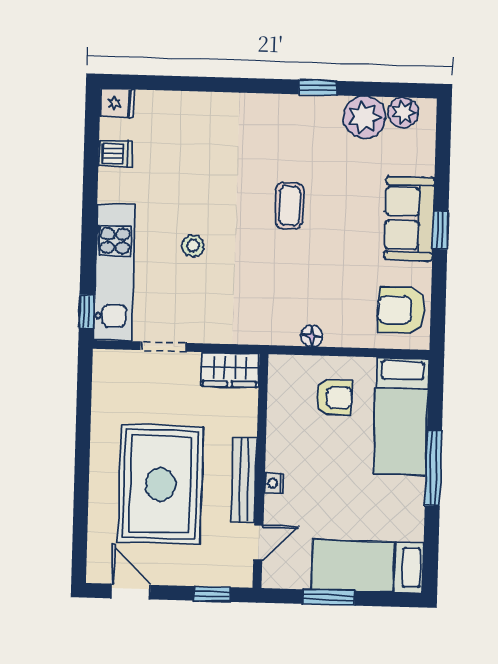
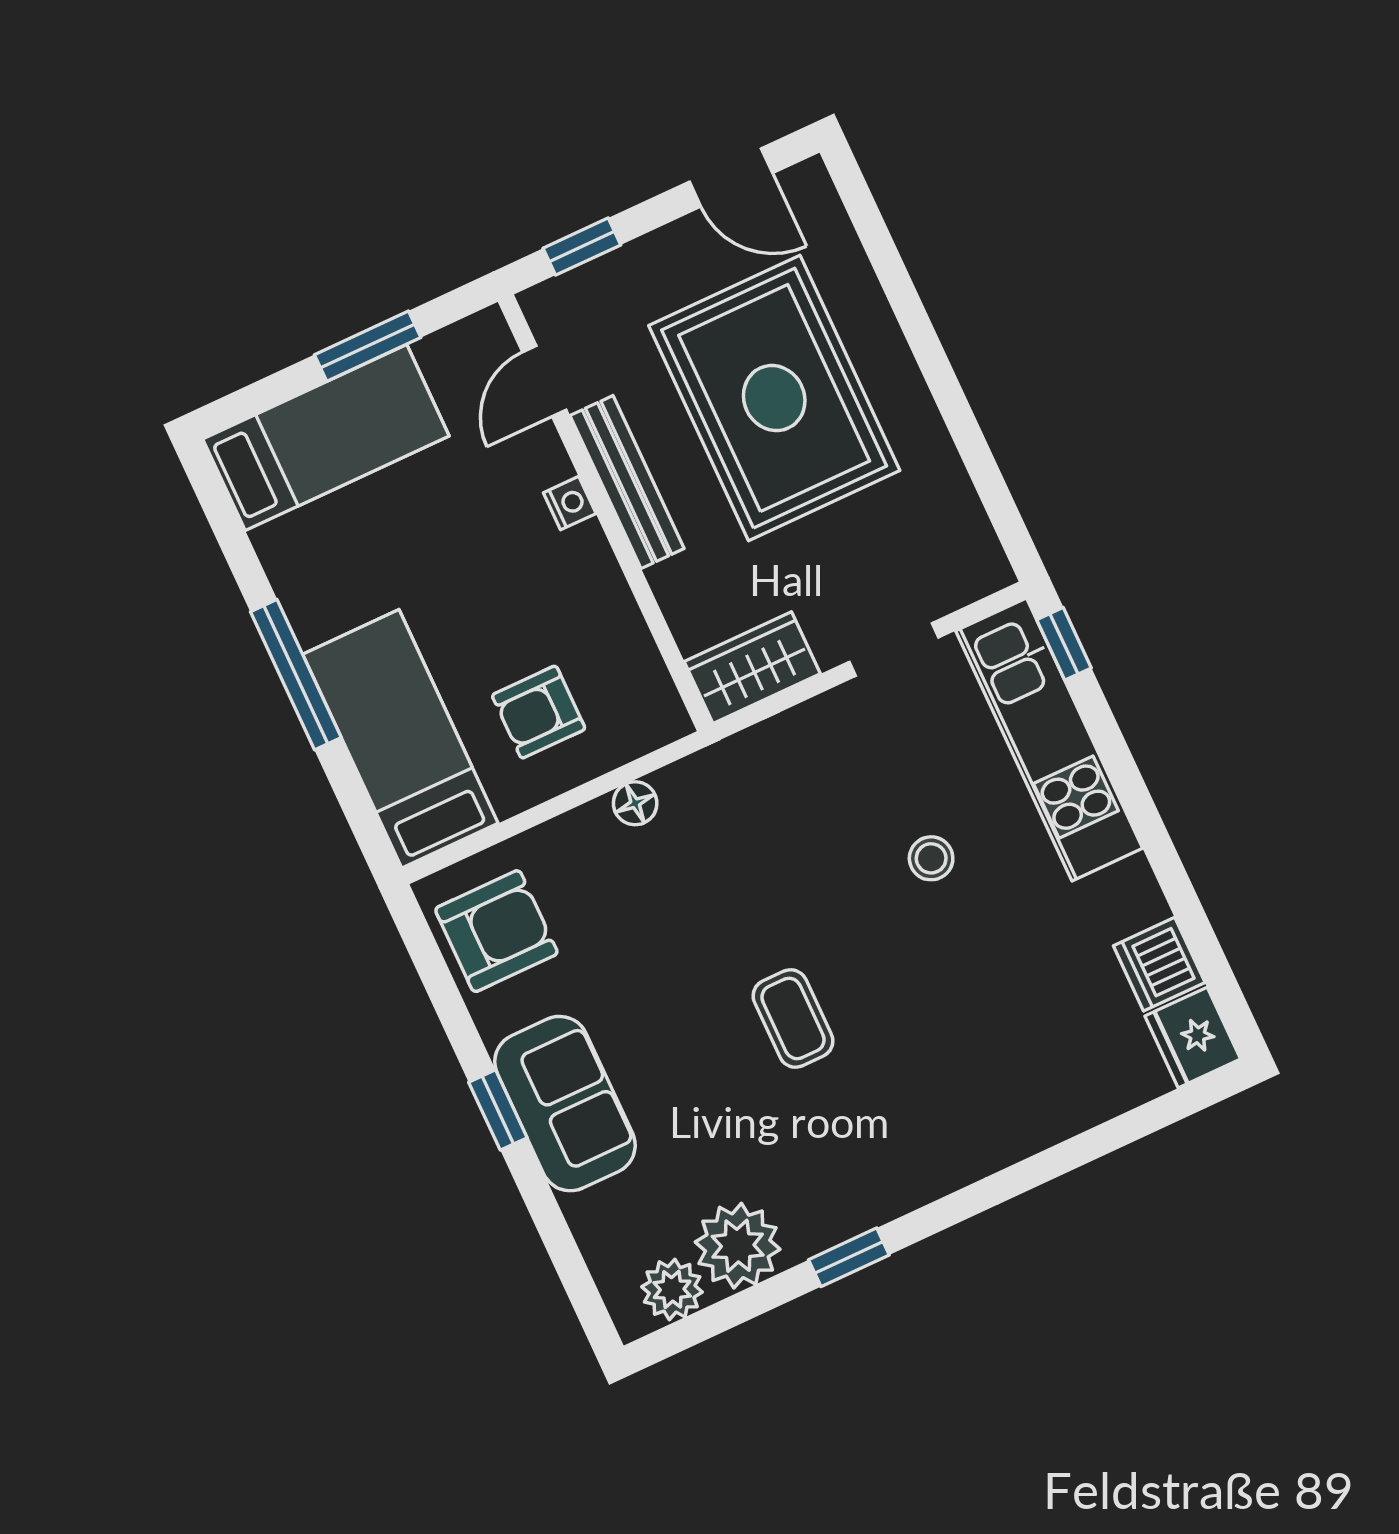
fridge: (117, 103) -> (1193, 1038), width x1.38
dishwasher: (115, 153) -> (1159, 964), width x1.38

